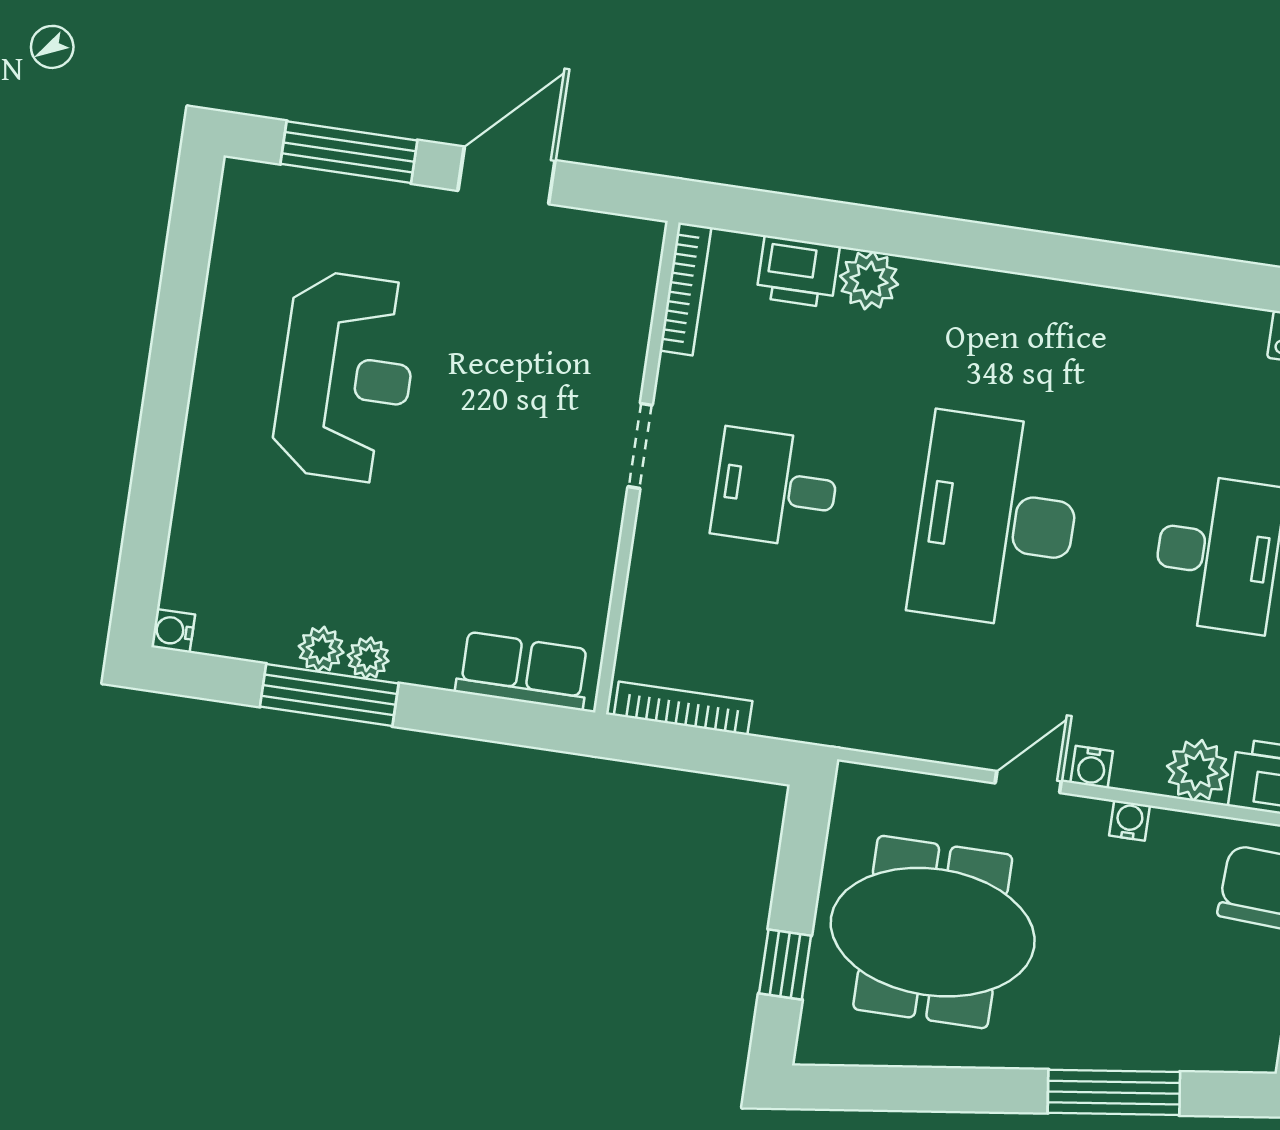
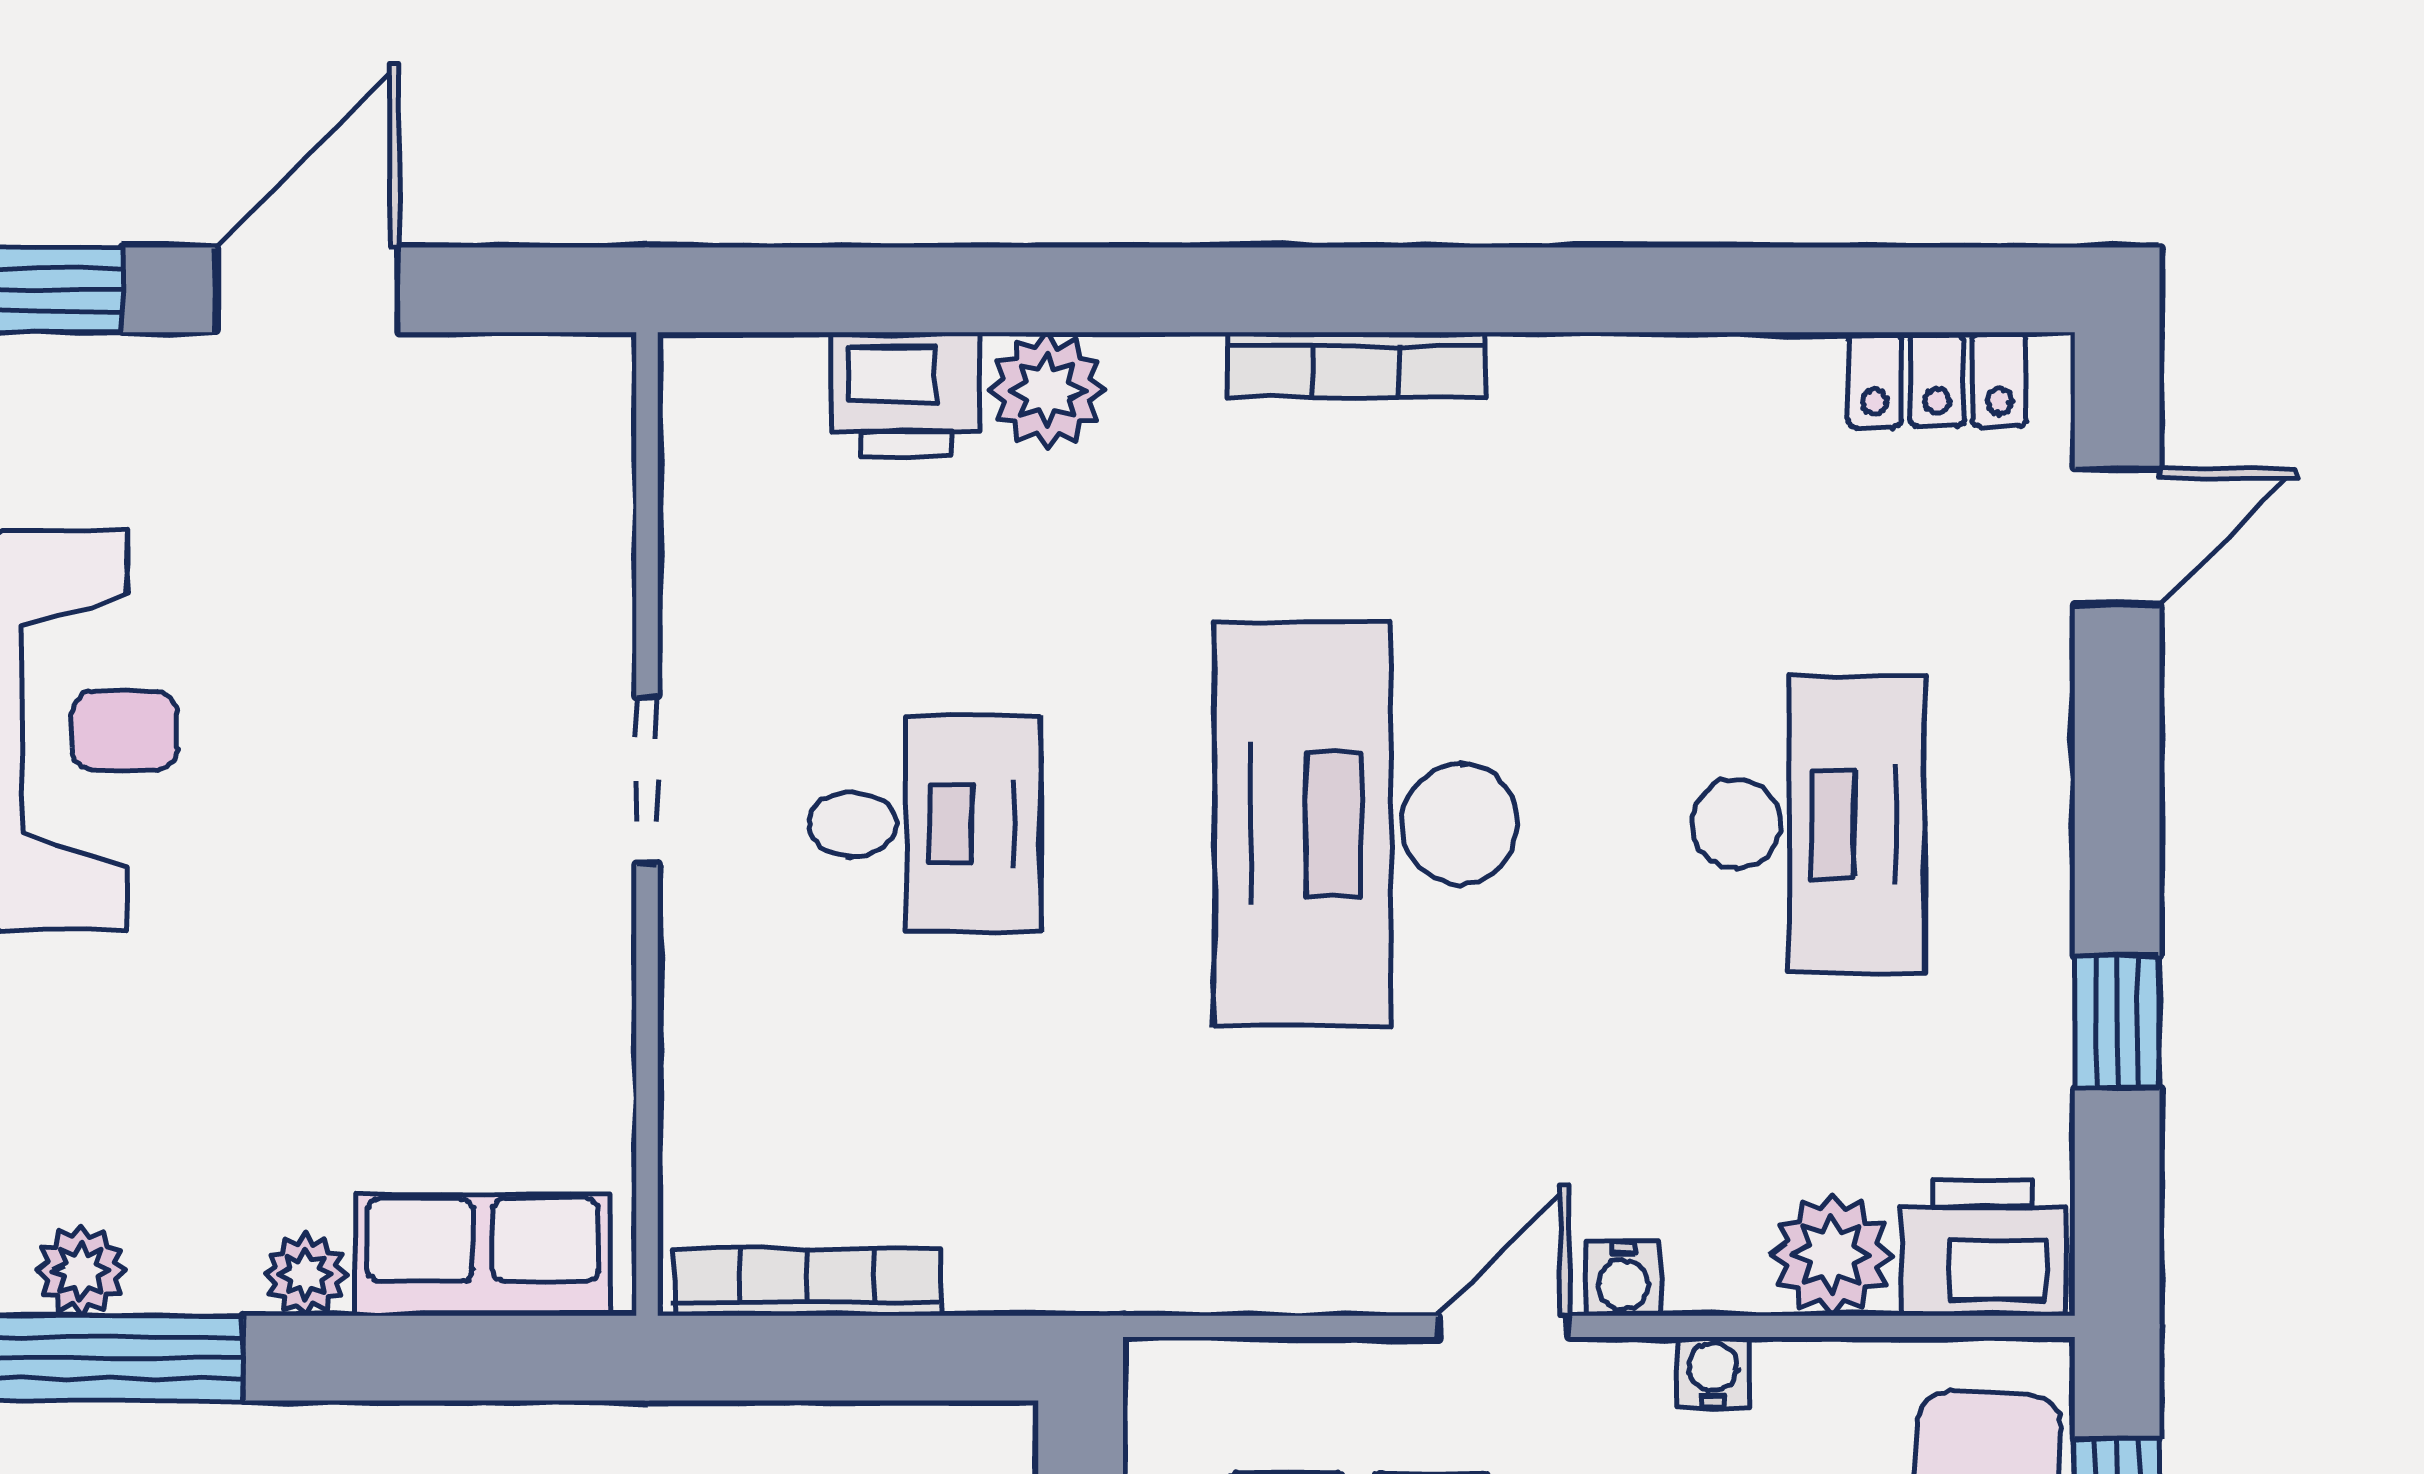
bookcase: (685, 289) -> (1356, 365), moved, turned 90
desk: (776, 488) -> (925, 824), turned 180
plant: (368, 658) -> (305, 1275), moved

